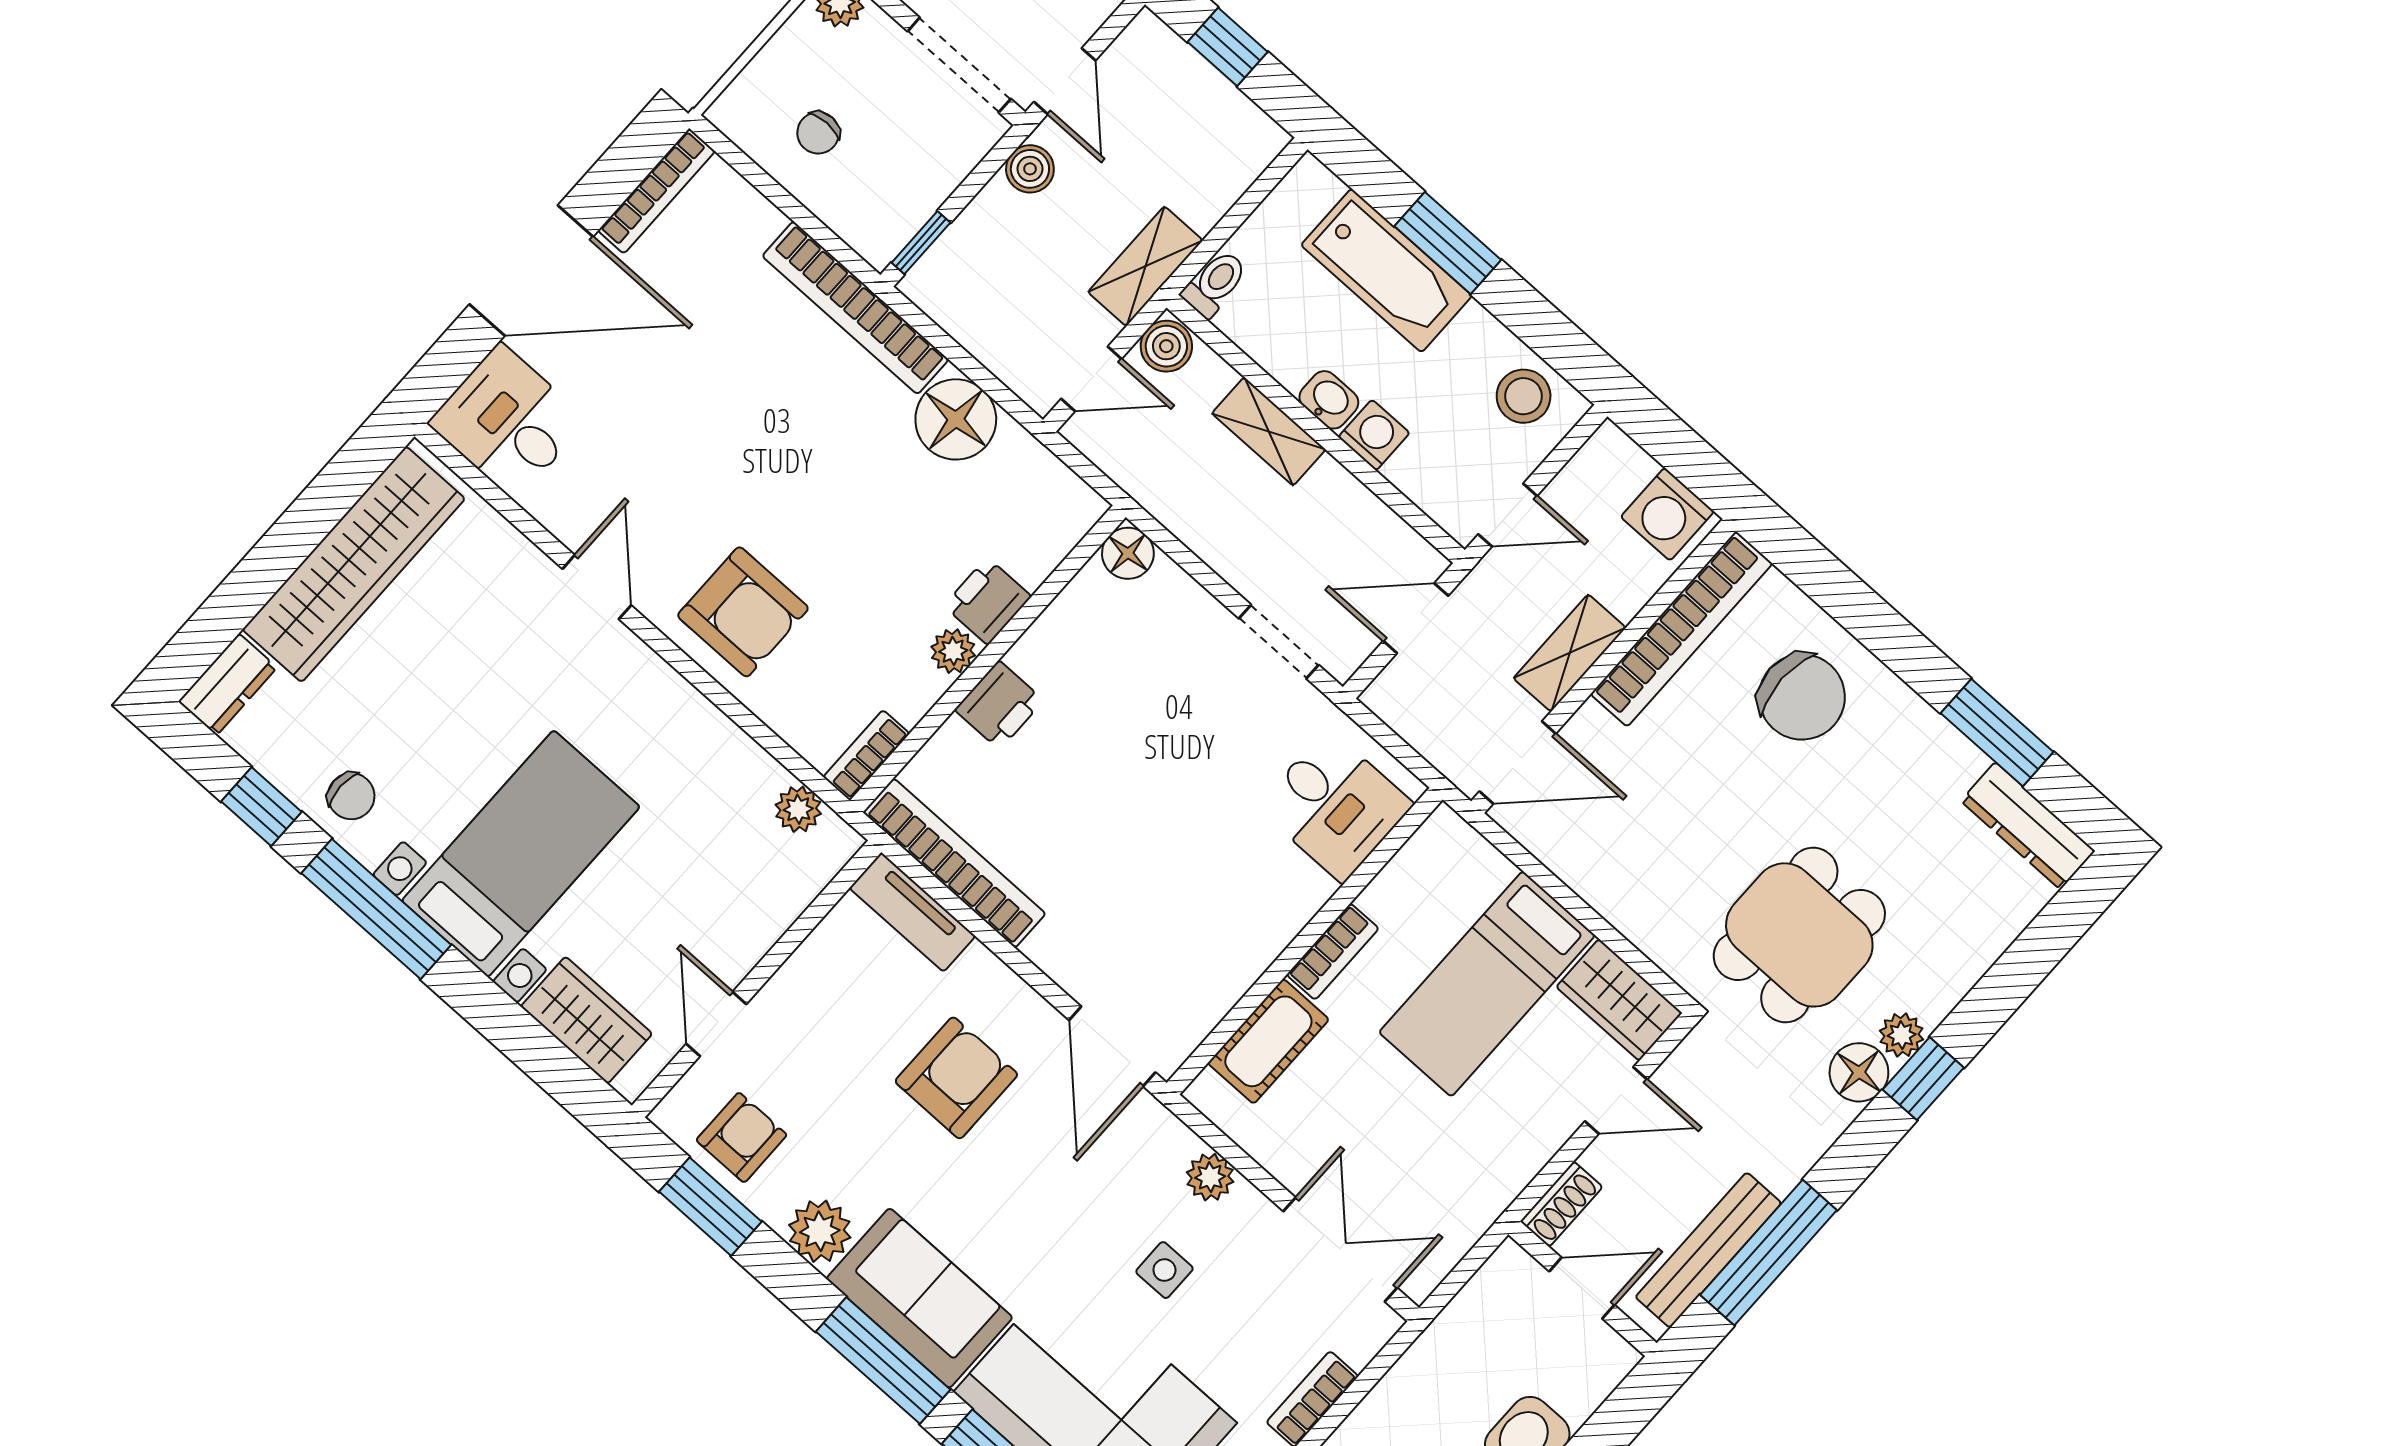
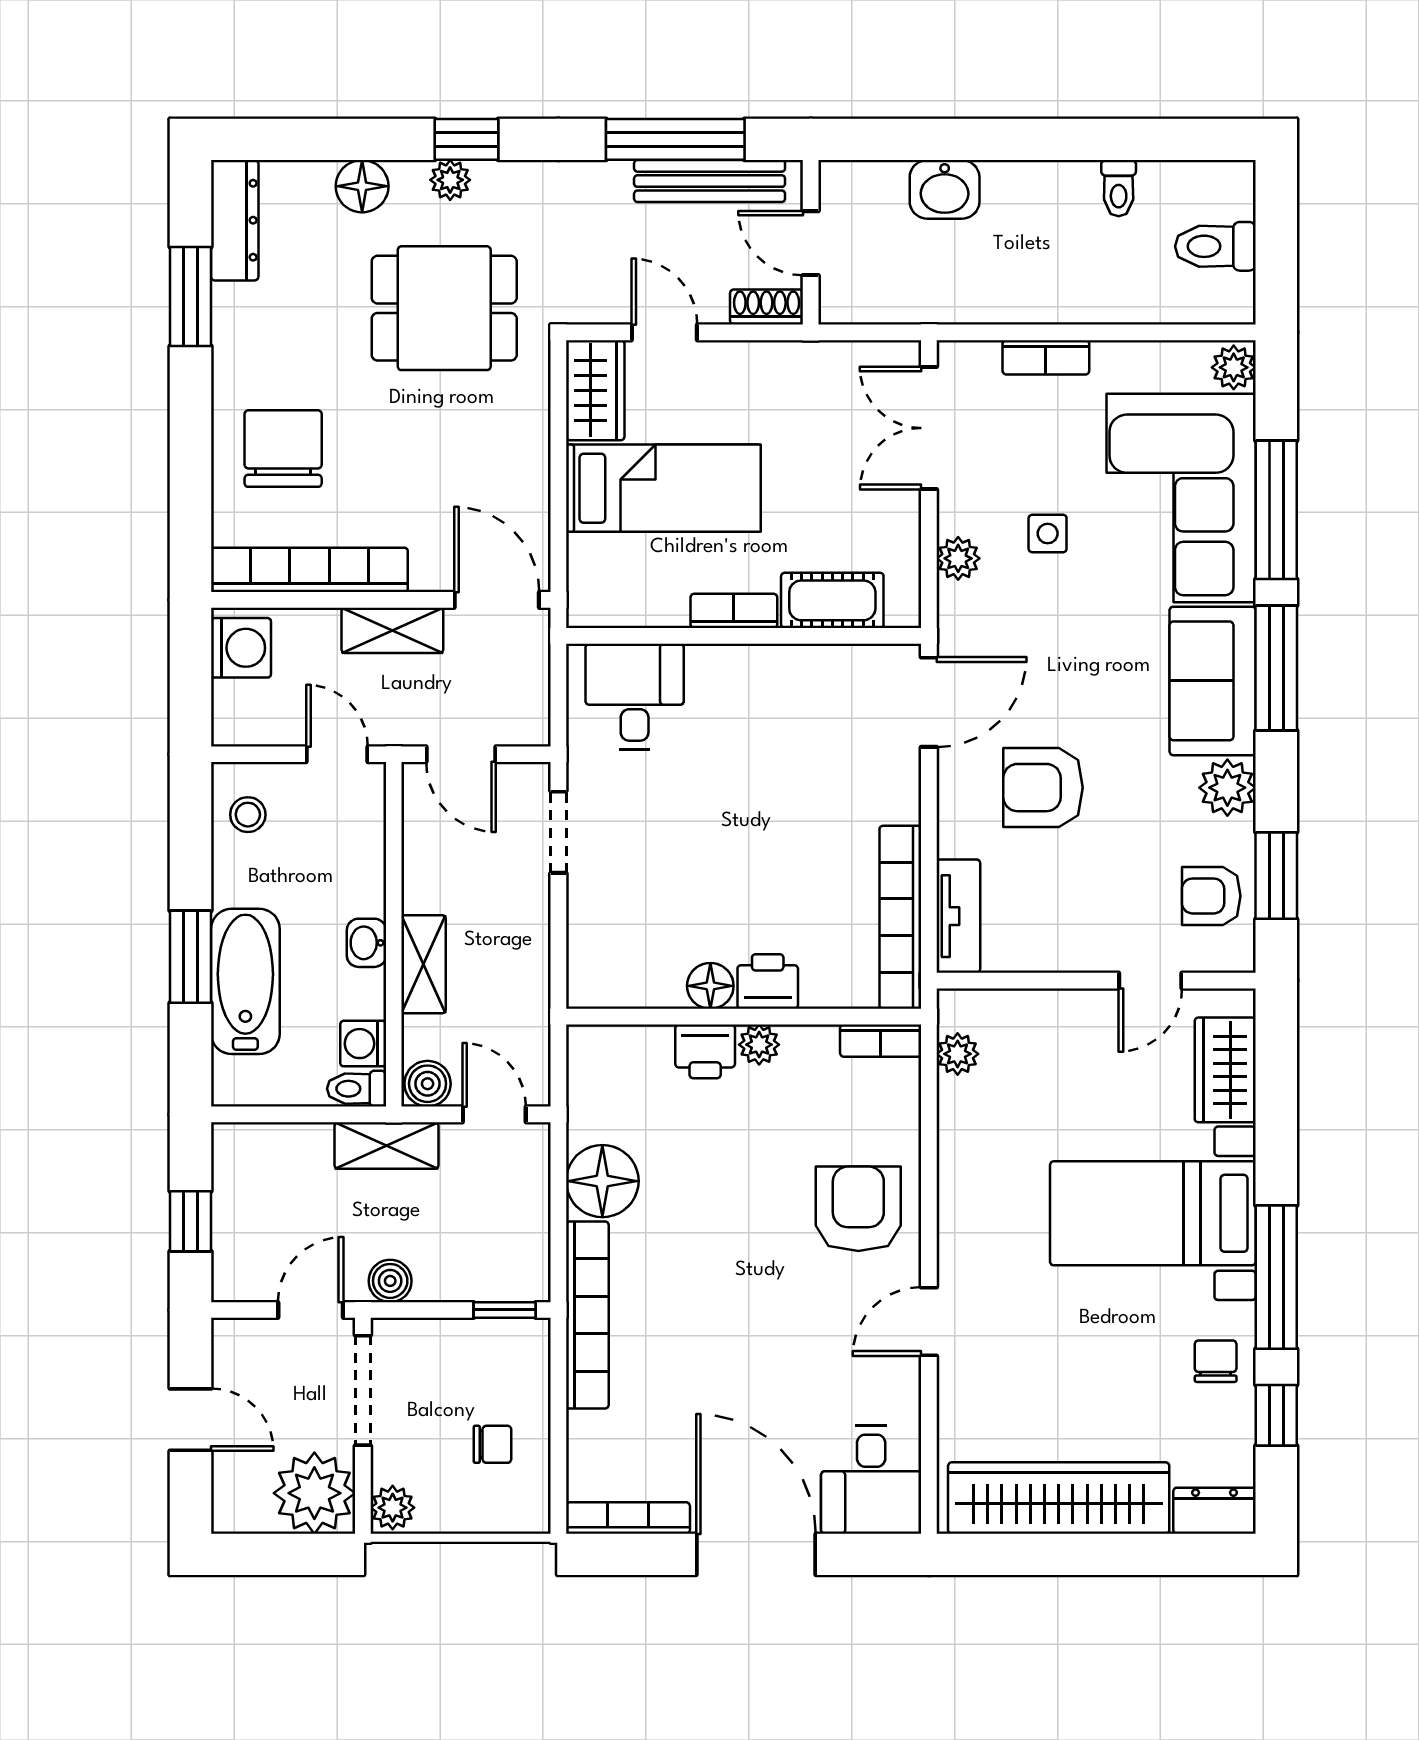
stool: (1524, 396) -> (248, 815), width x0.73, depth x0.73
washing machine: (1374, 435) -> (363, 1044), moved
floor lamp: (1128, 553) -> (710, 986), moved
floor lamp: (1859, 1072) -> (362, 186), moved

